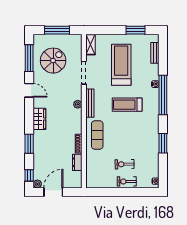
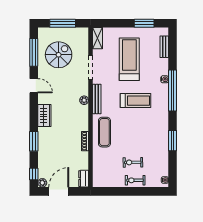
treadmill: (127, 105) -> (135, 101), turned 180
dresser: (77, 162) -> (84, 179), moved

